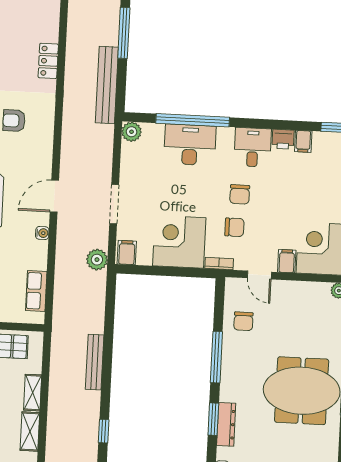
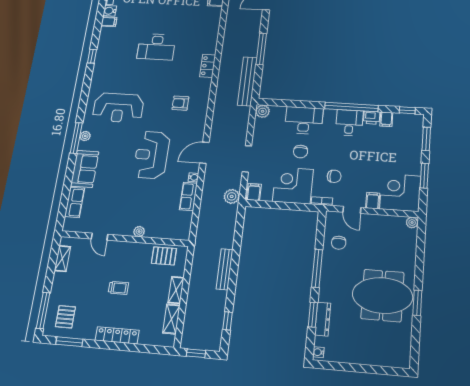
window: (193, 120) -> (351, 107), moved
chair: (240, 194) -> (301, 152), moved
row of seats: (36, 291) -> (188, 196), moved

